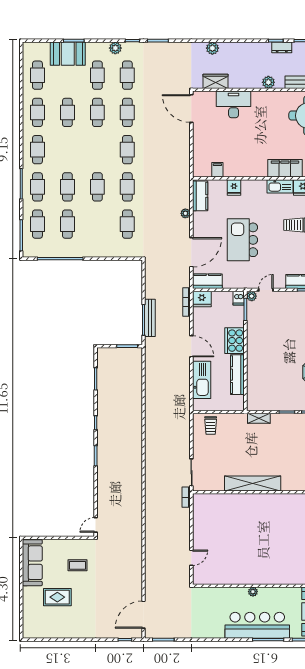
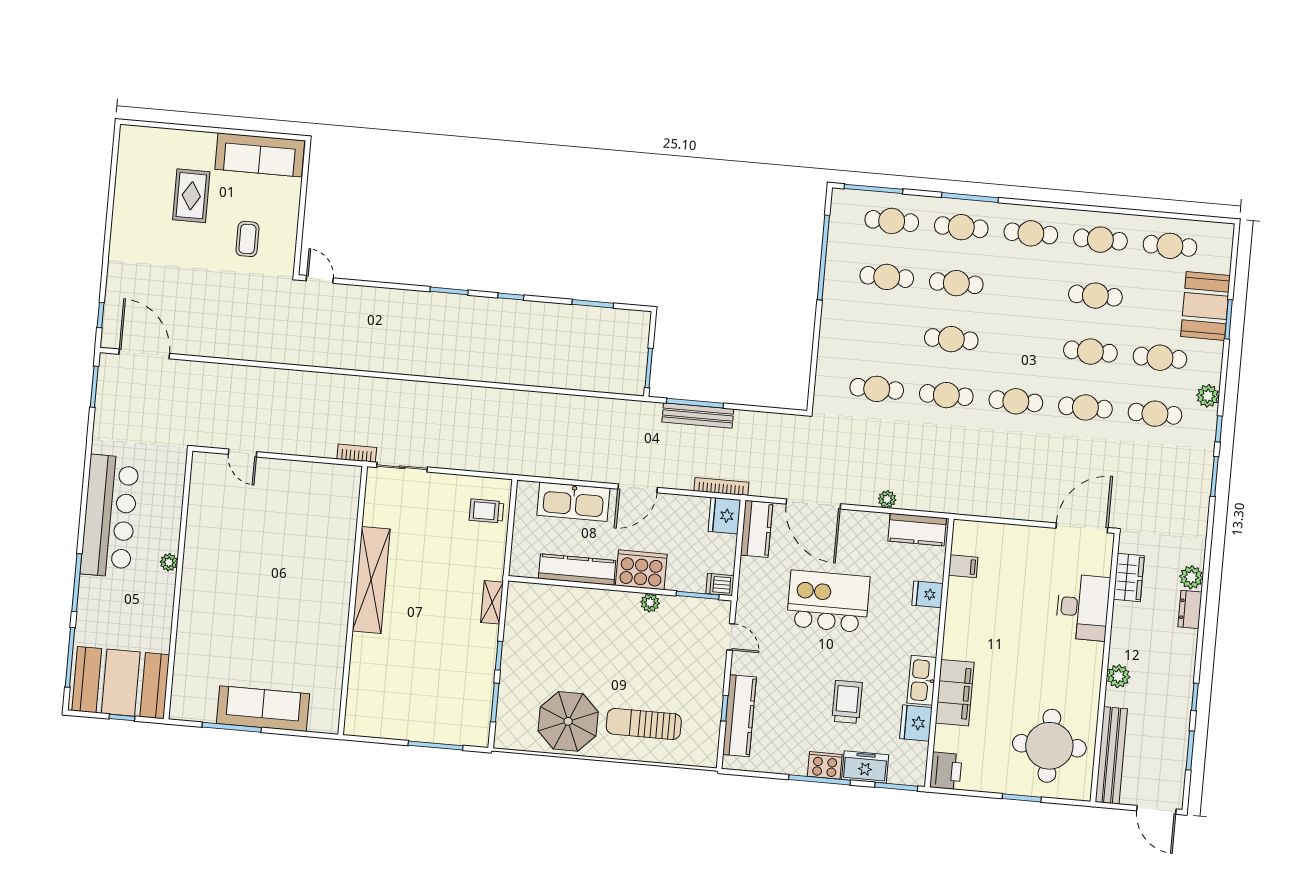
dresser: (282, 47) -> (1190, 609), moved
plant: (252, 296) -> (650, 603), moved
bar counter: (257, 625) -> (110, 516), moved

